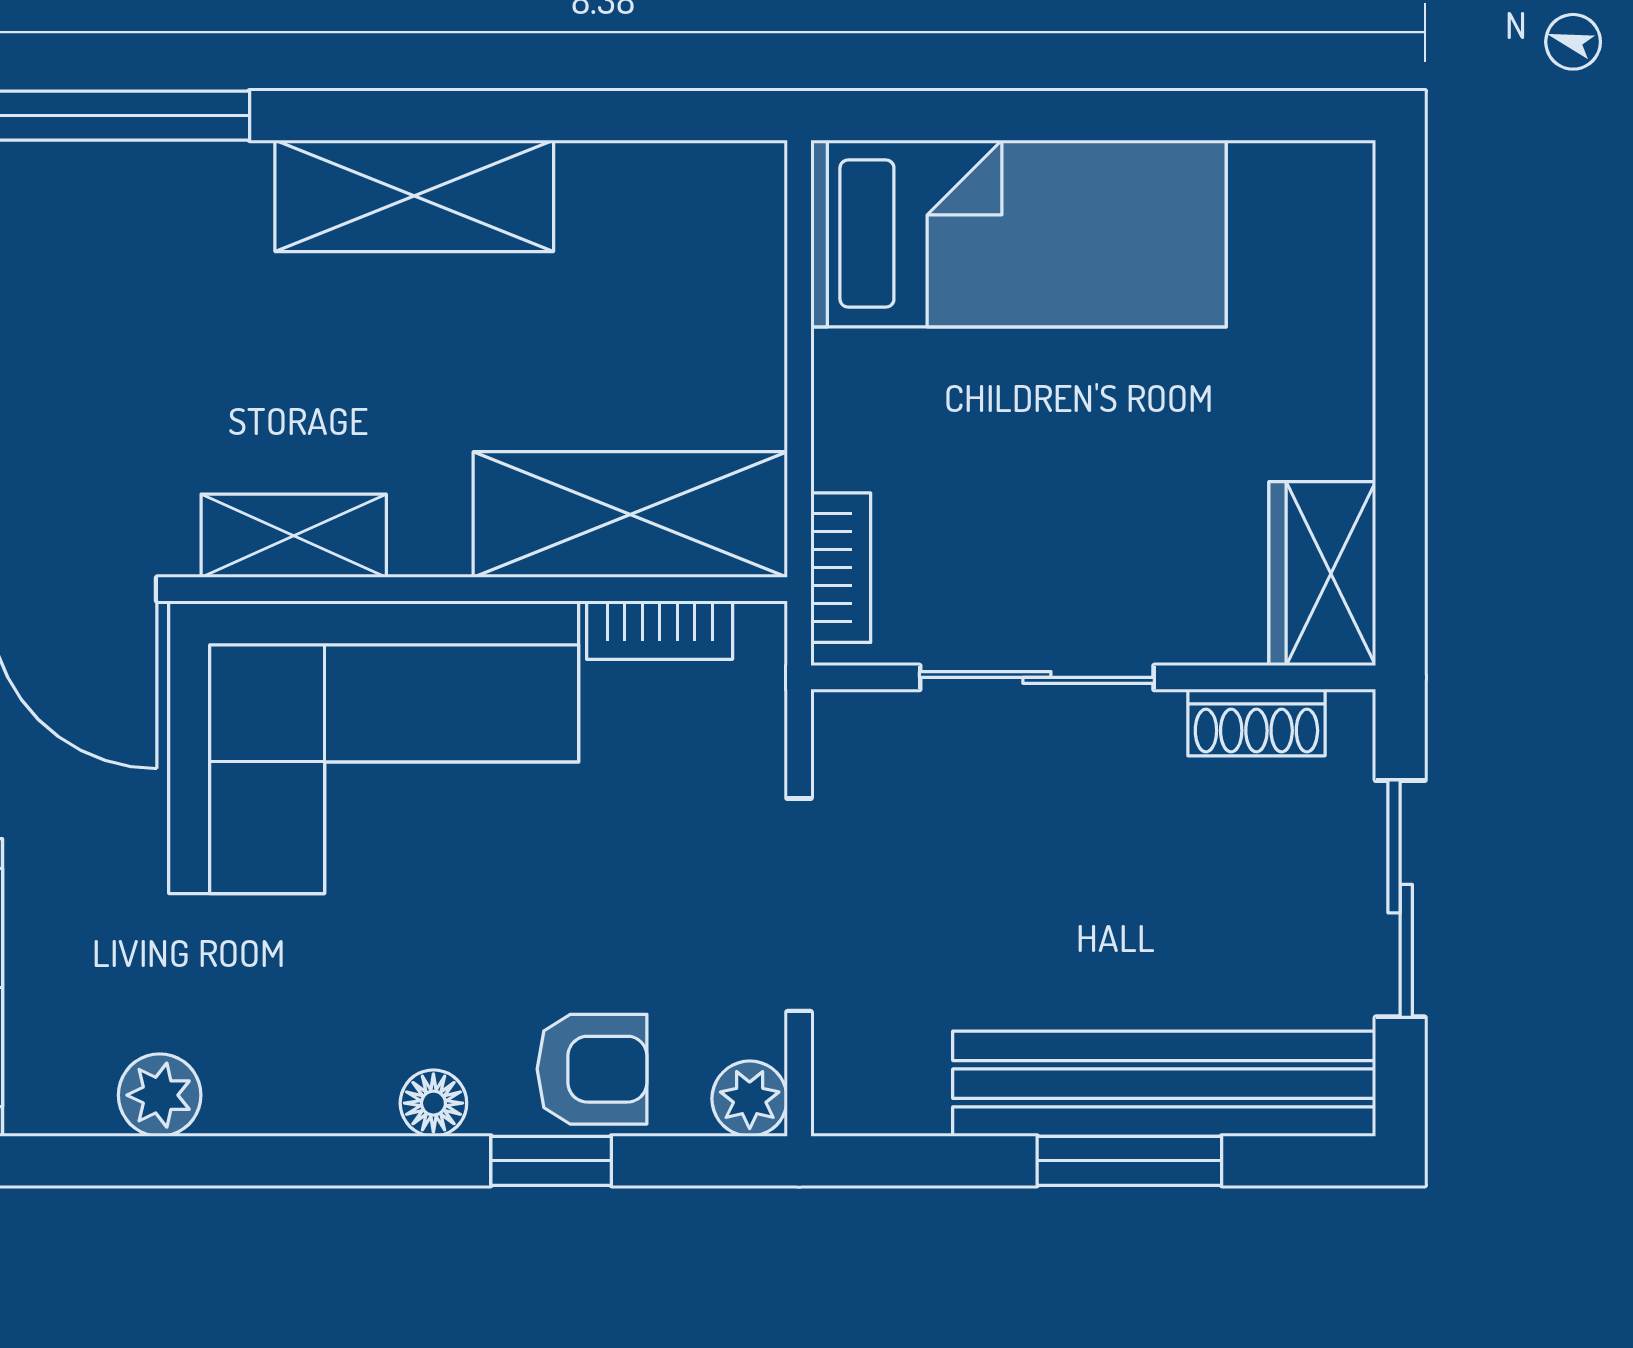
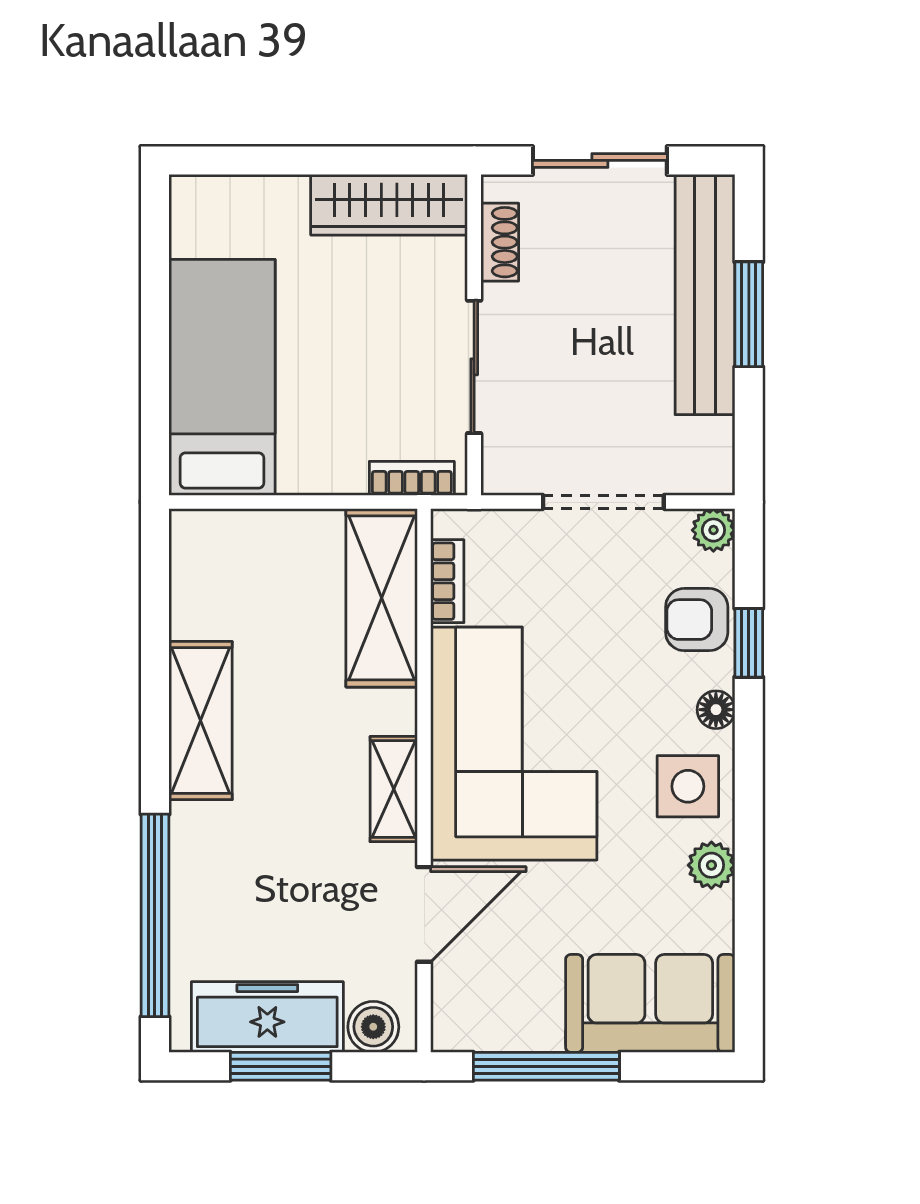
wardrobe: (1322, 574) -> (389, 205), width x1.50
side table: (299, 1054) -> (688, 786), added
armchair: (592, 1069) -> (697, 620), turned -90

